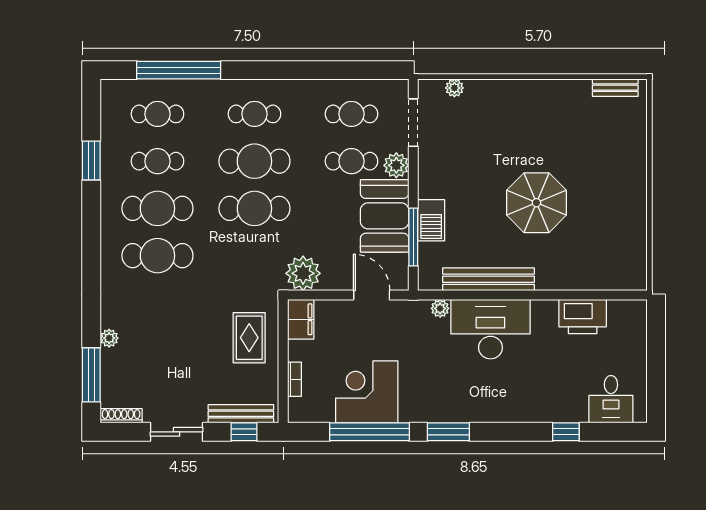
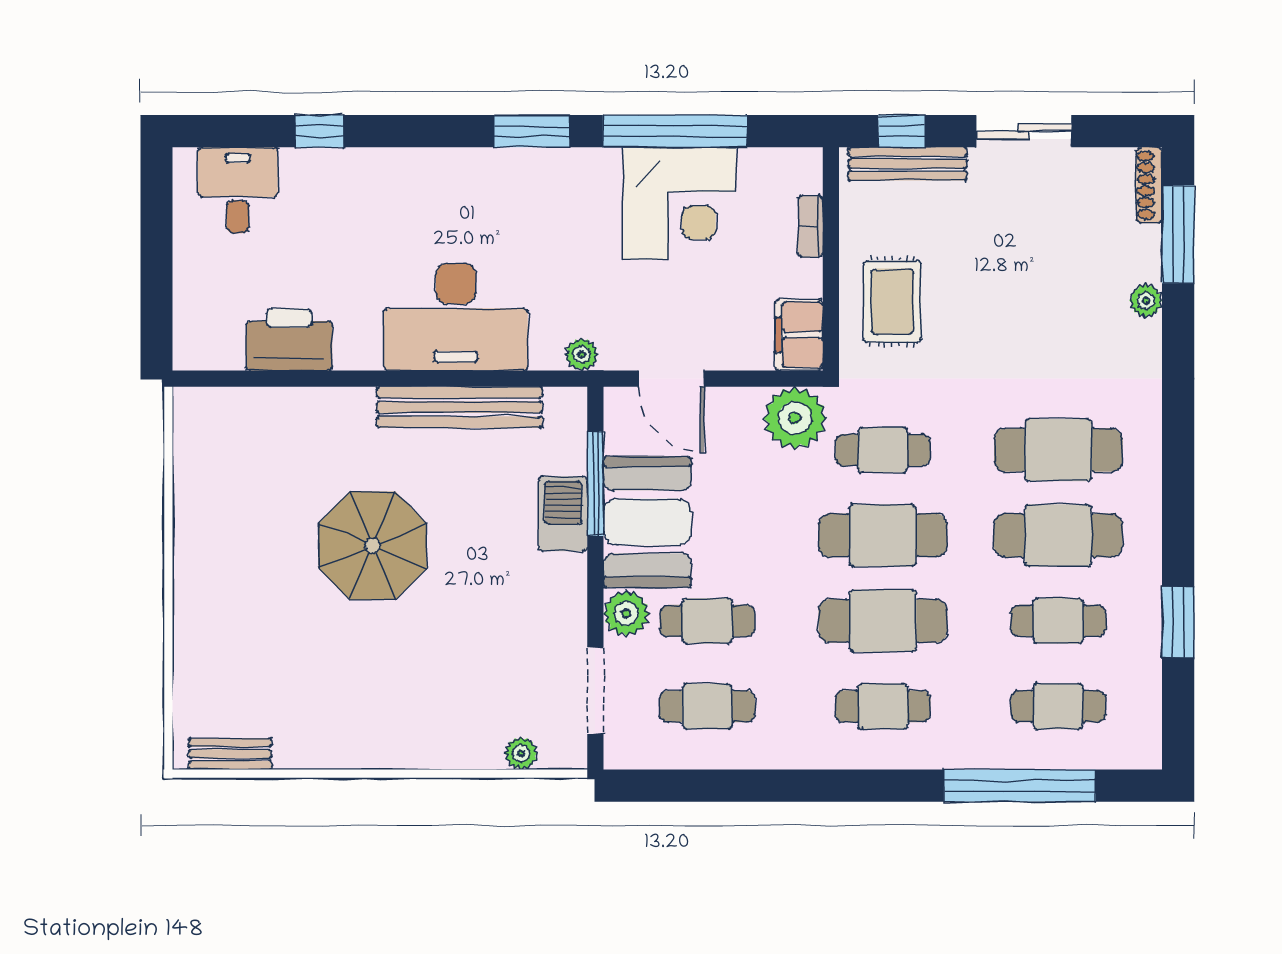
cafe table: (254, 256) -> (883, 450), added
plant: (440, 308) -> (582, 354), moved
shoe rack: (121, 416) -> (1149, 185), moved, turned 90

